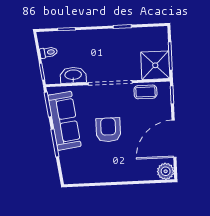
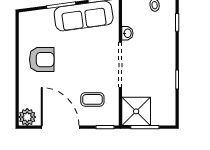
washbasin: (73, 75) -> (127, 33), width x0.52, depth x0.69
coffee table: (145, 92) -> (92, 99), moved, turned 90
armchair: (108, 130) -> (42, 60), moved

